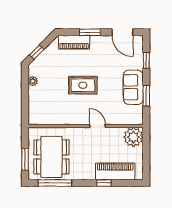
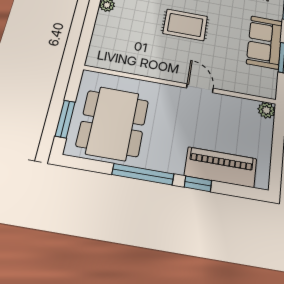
plant: (133, 137) -> (266, 110), width x0.53, depth x0.53
window: (55, 183) -> (143, 174), moved

